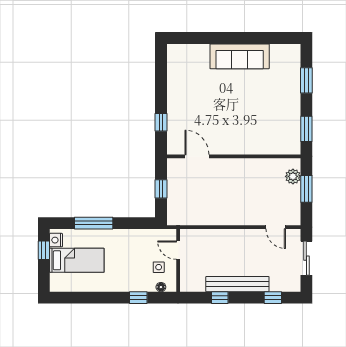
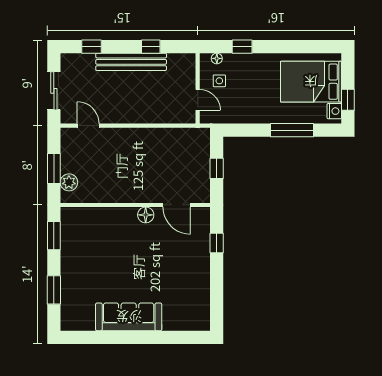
floor lamp: (224, 147) -> (146, 215), added
bed: (77, 260) -> (311, 82), width x1.50

